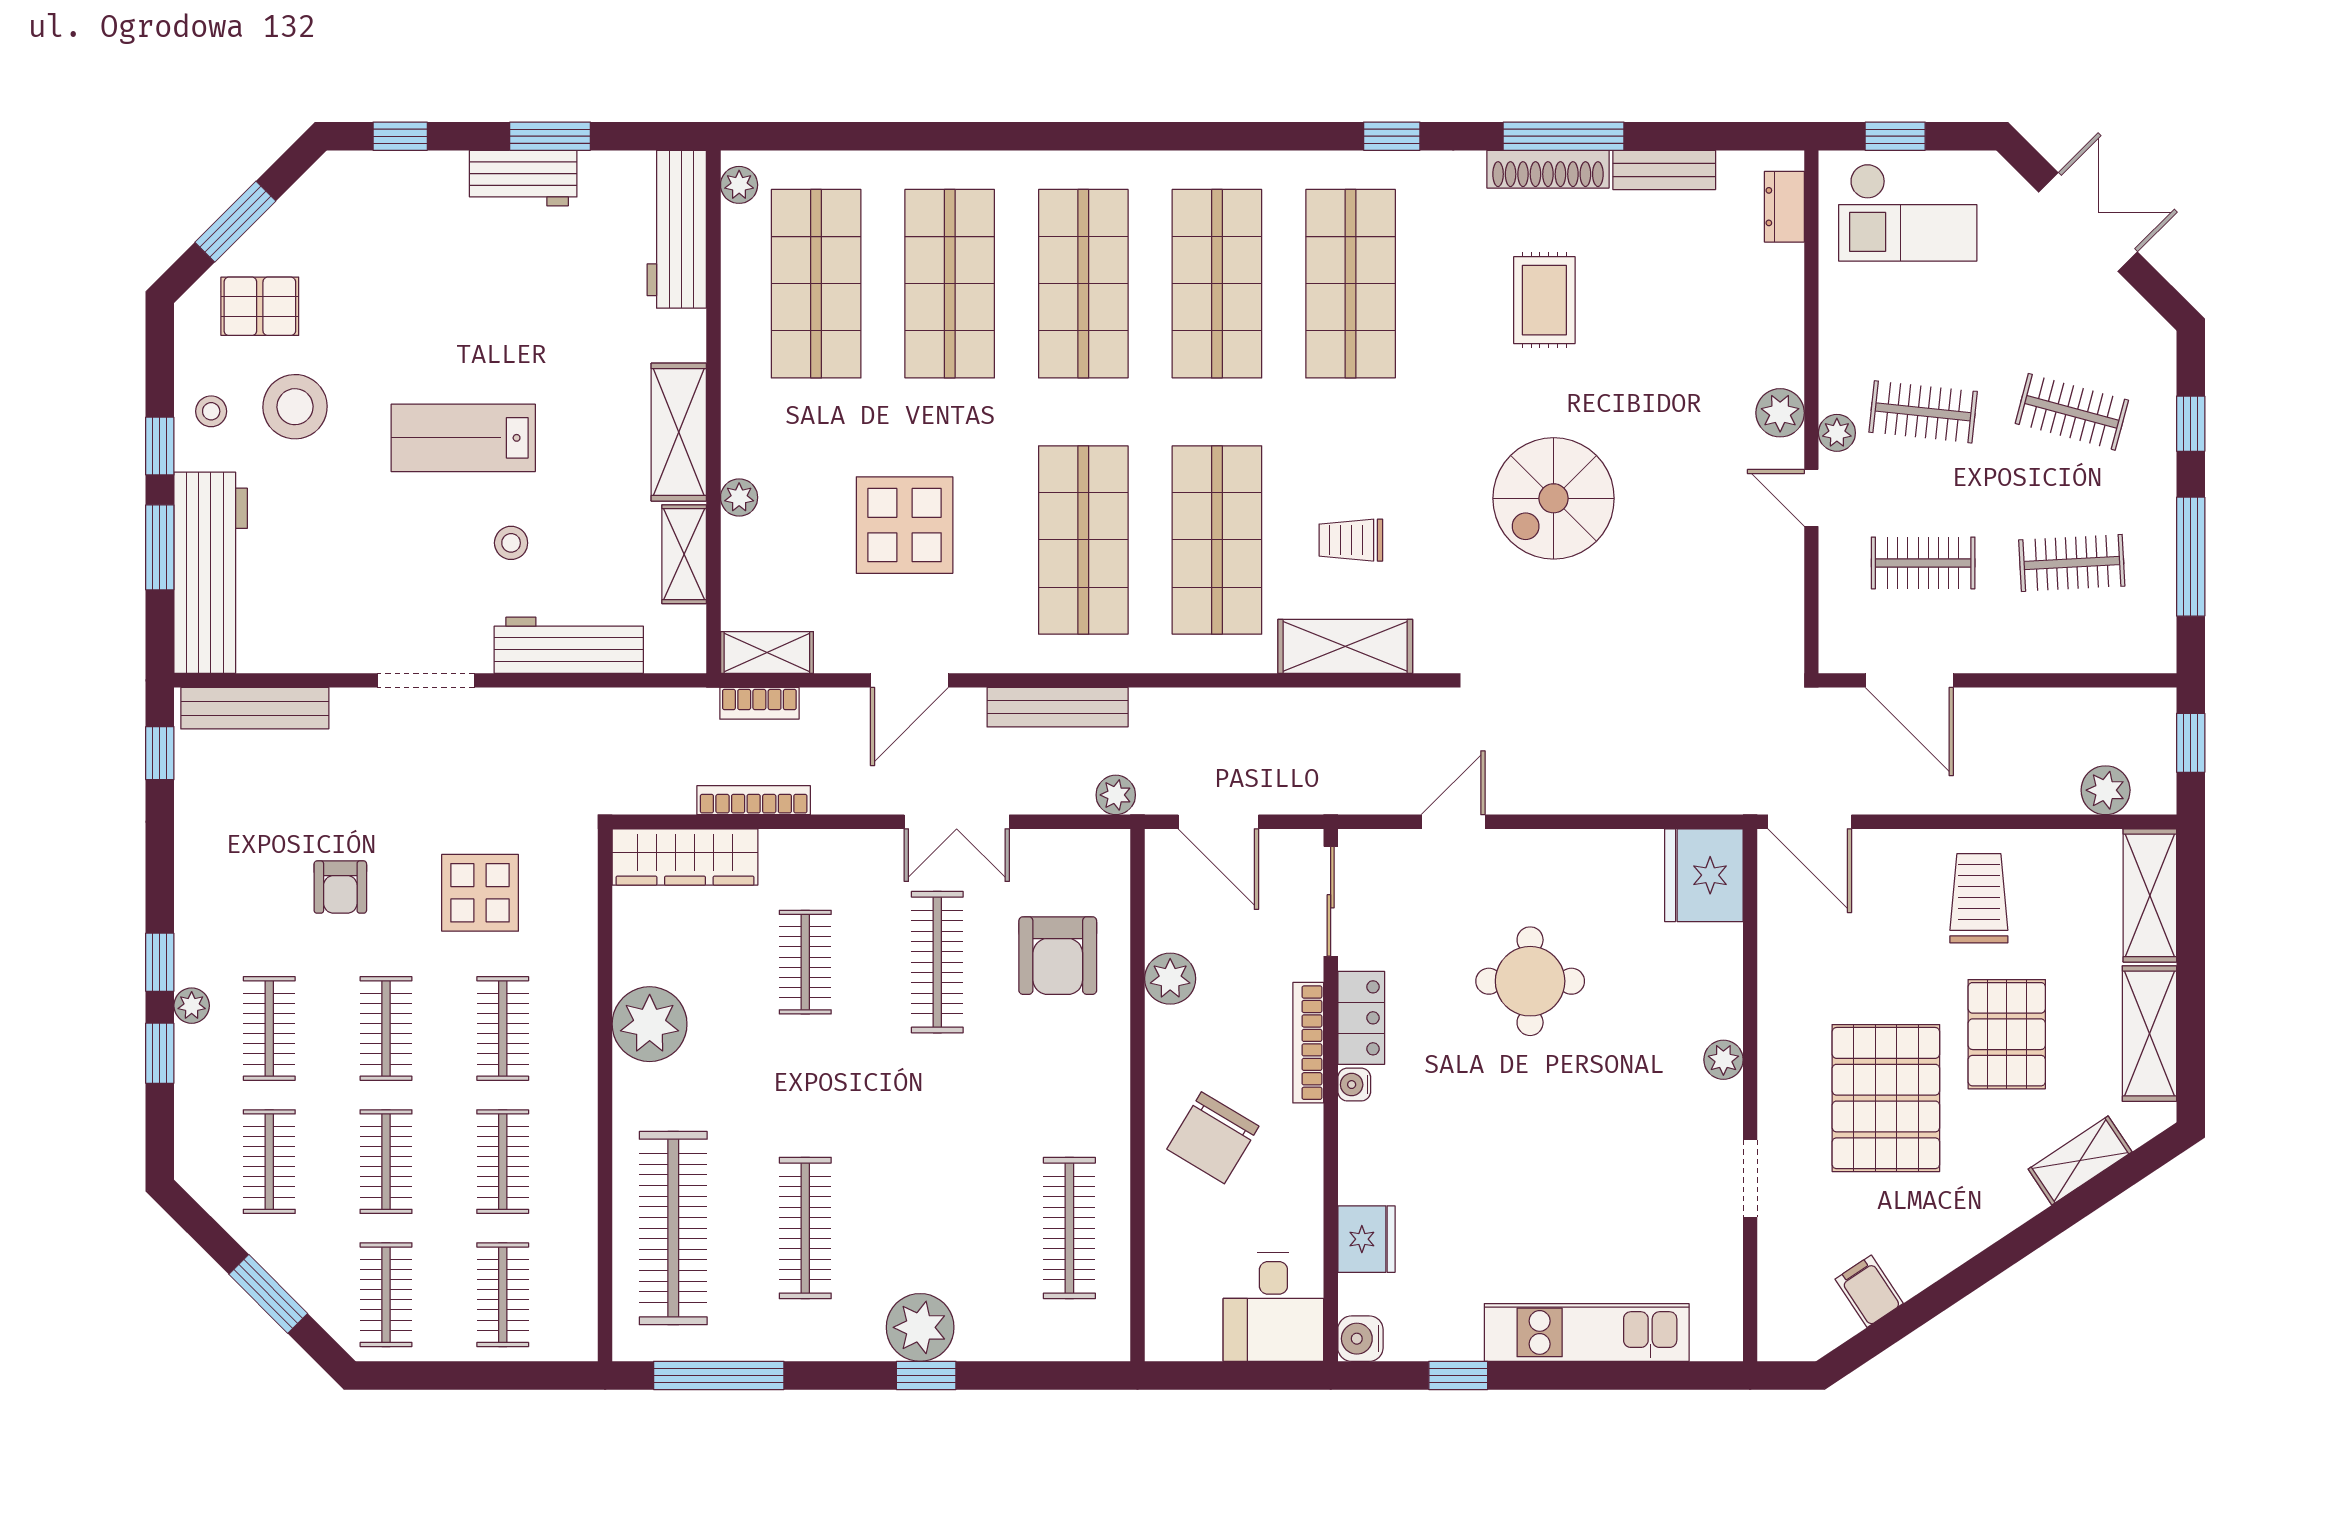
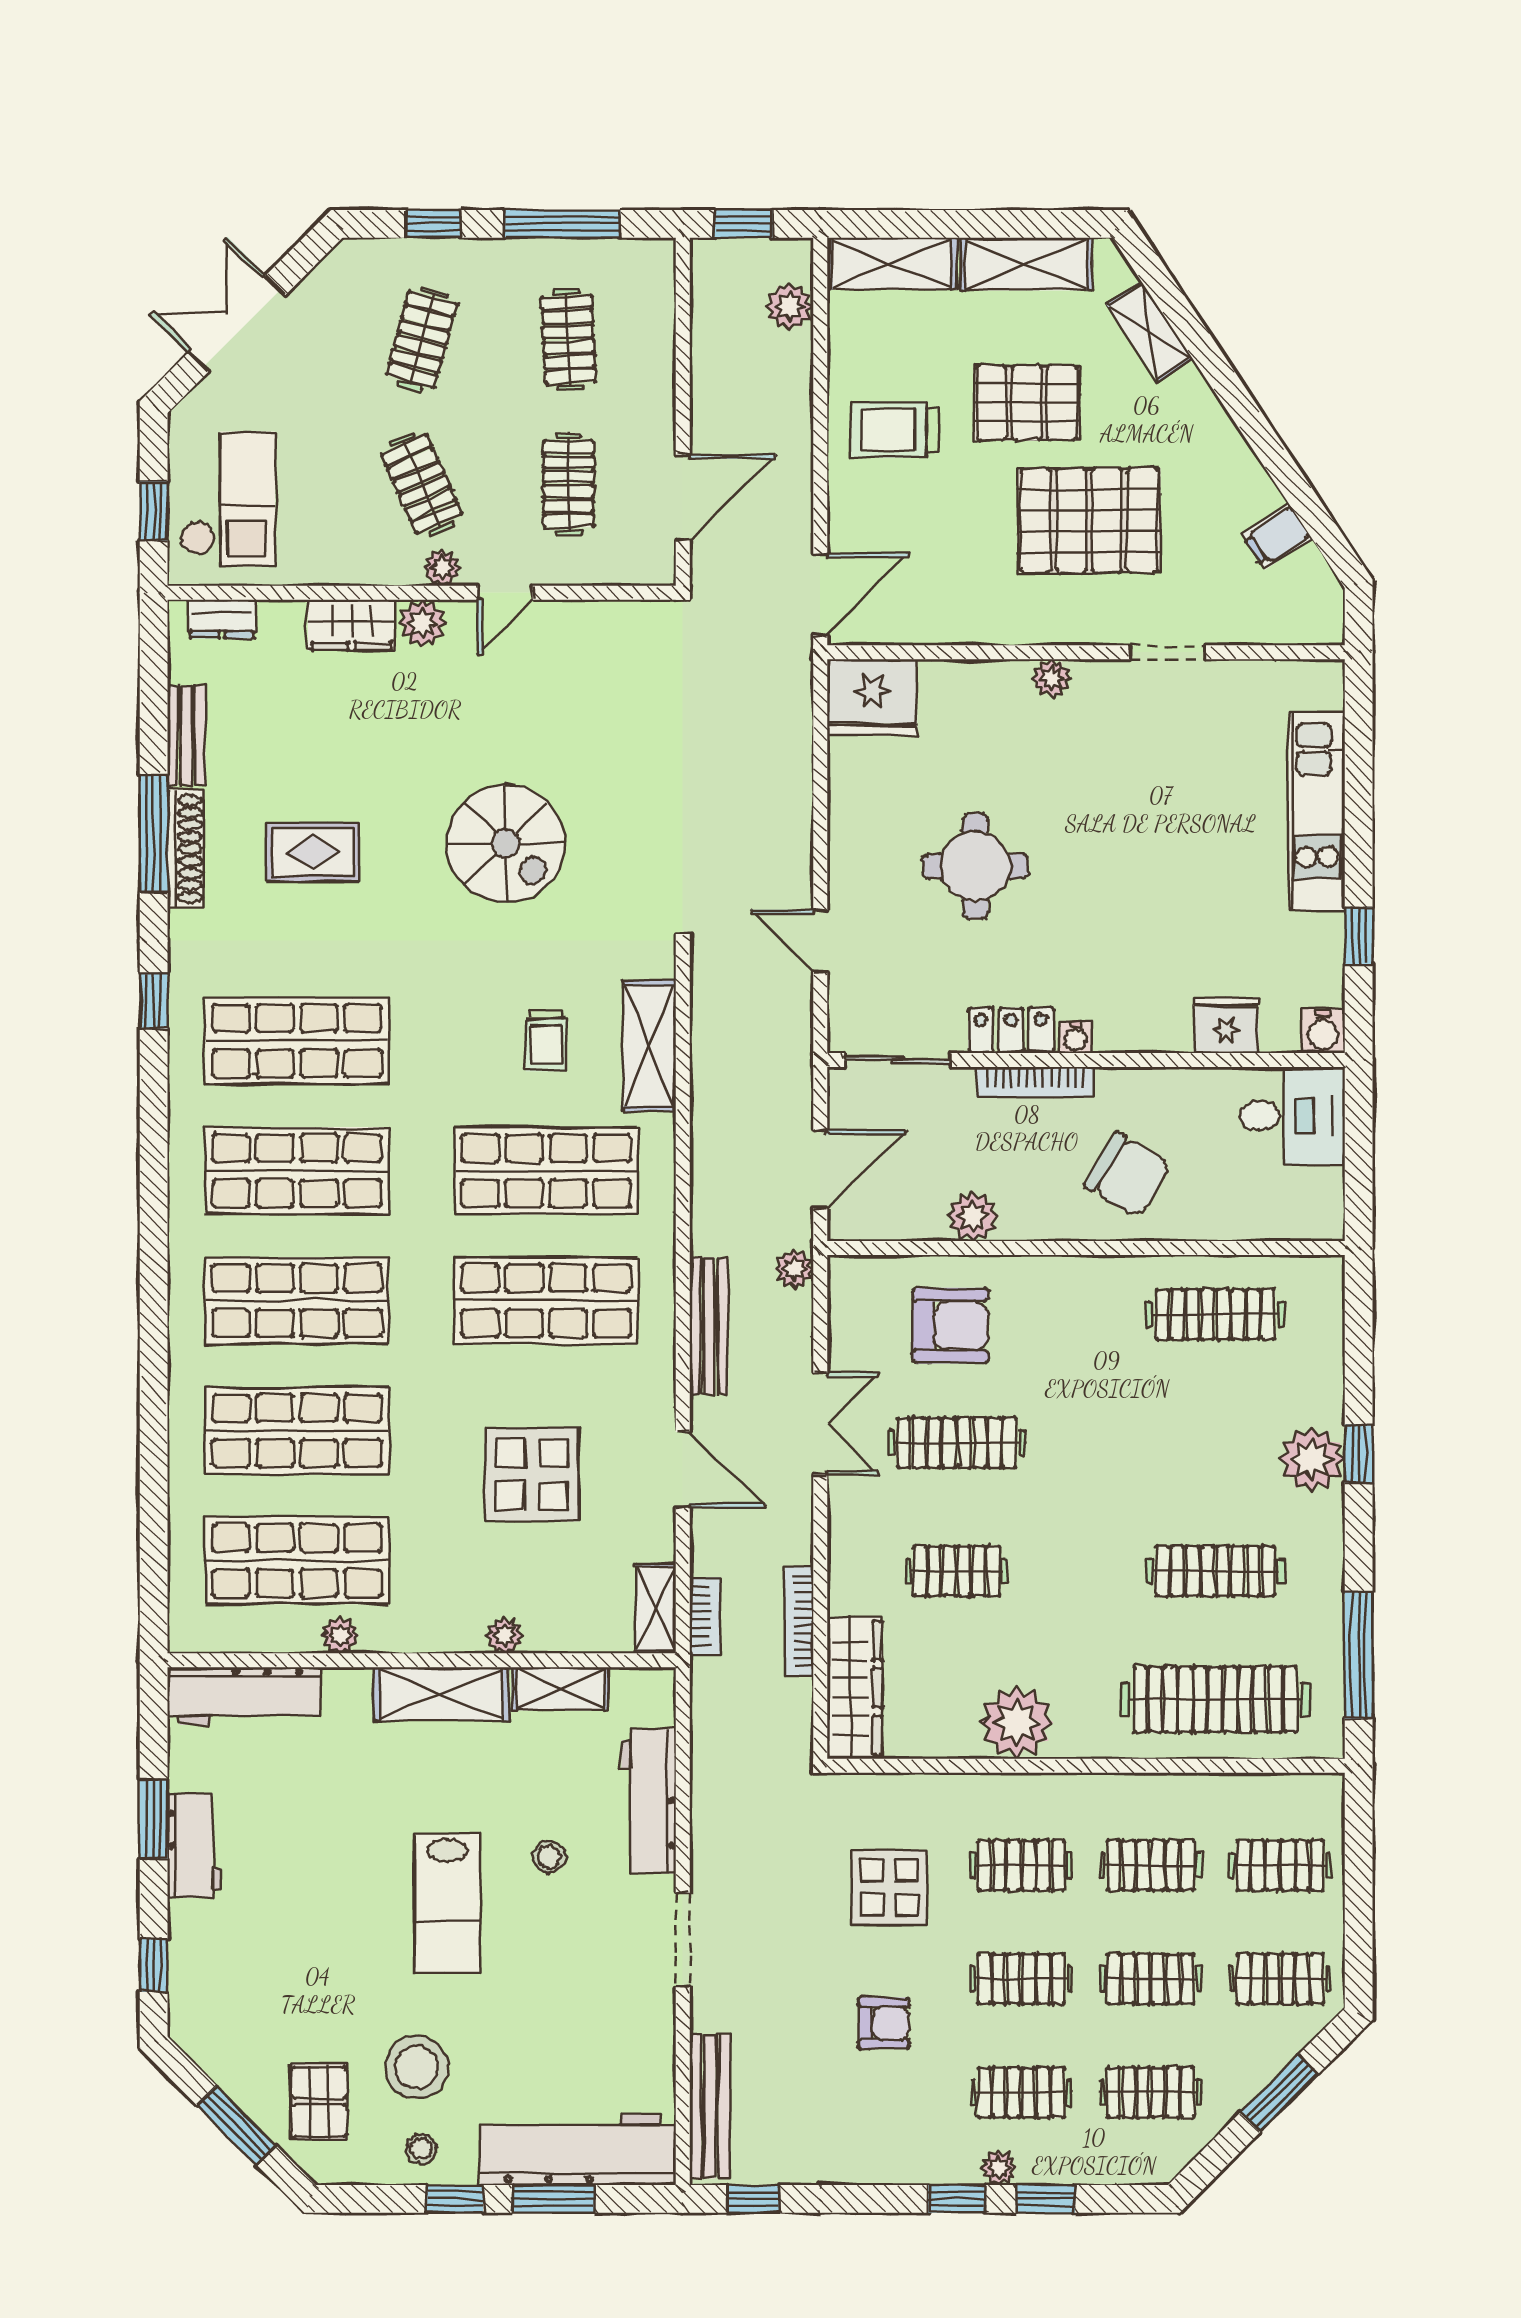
plant: (739, 185) -> (340, 1635), moved
wardrobe: (1778, 340) -> (352, 625), added
clothes rail: (1923, 412) -> (422, 484), turned -30

